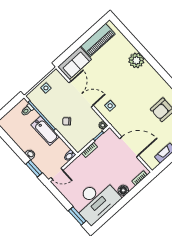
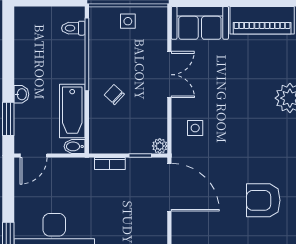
double door: (81, 94) -> (169, 75), width x0.73
bathtub: (45, 131) -> (72, 111), moved
door: (129, 147) -> (169, 187), moved
door: (57, 174) -> (34, 155), hinge flipped

